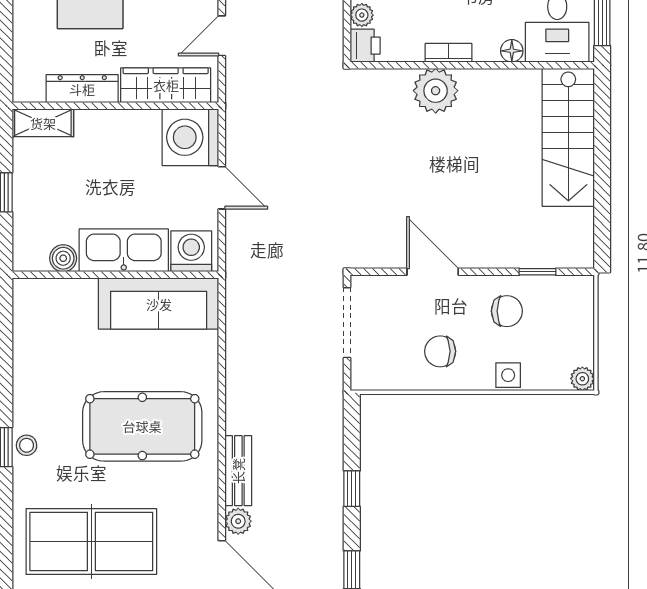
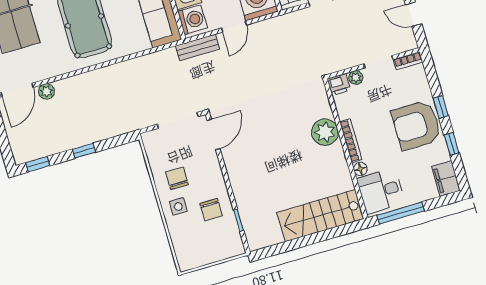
bookcase: (449, 53) -> (351, 141), width x1.56
door: (433, 272) -> (213, 135), moved
side table: (508, 375) -> (178, 206), moved
plant: (582, 379) -> (185, 264), removed
bench: (238, 471) -> (197, 47), moved

